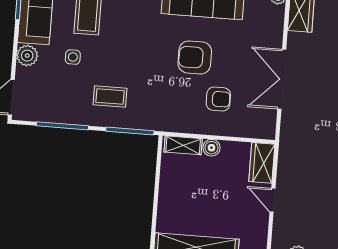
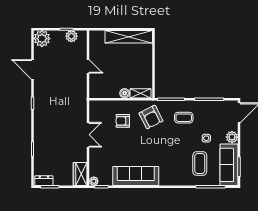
armchair: (195, 57) -> (151, 117), moved, turned 63
double door: (282, 79) -> (88, 135), width x0.73
wardrobe: (262, 163) -> (96, 87), removed

